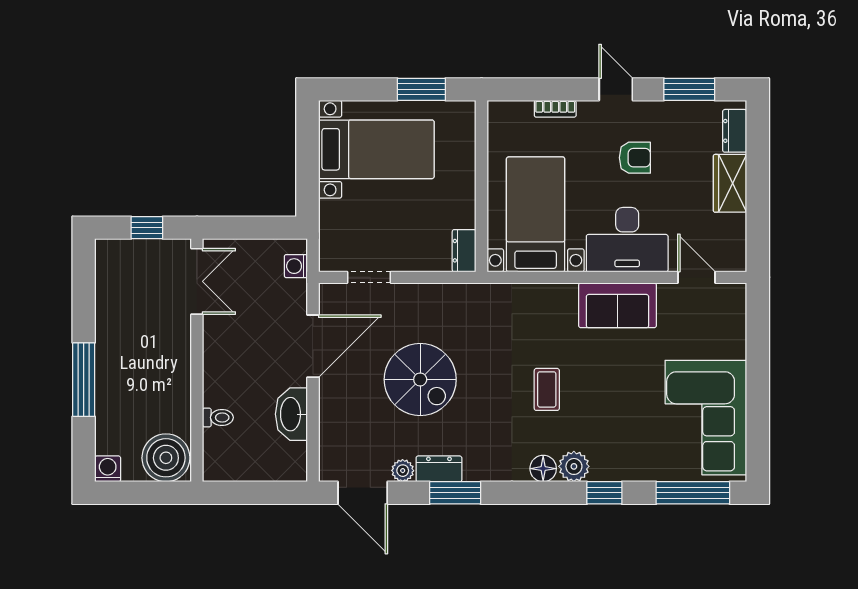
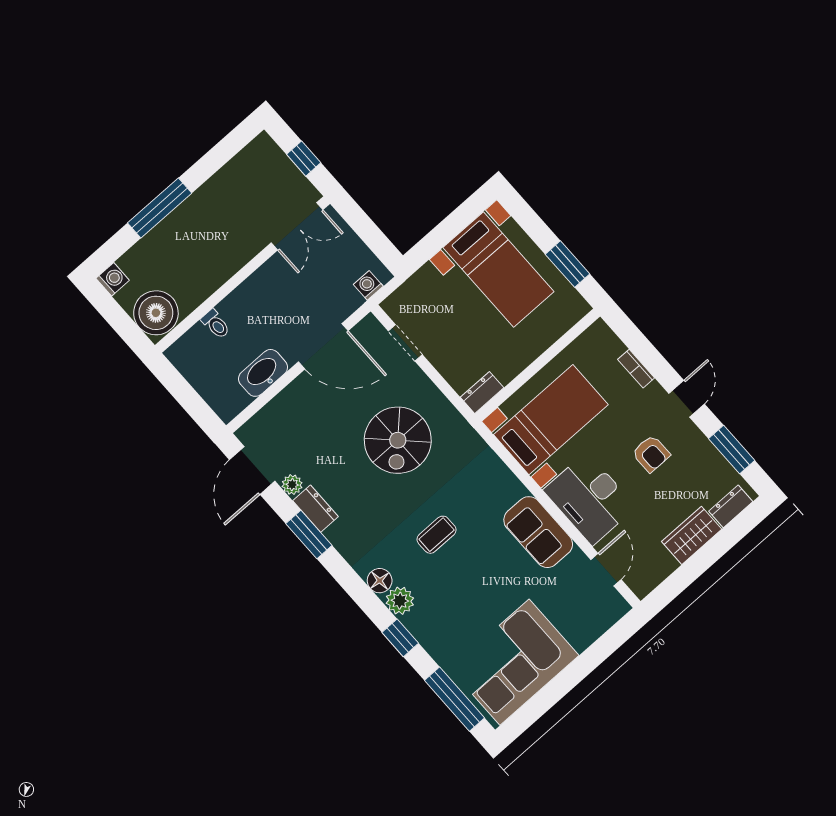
spiral stairs: (420, 379) -> (398, 440), moved

